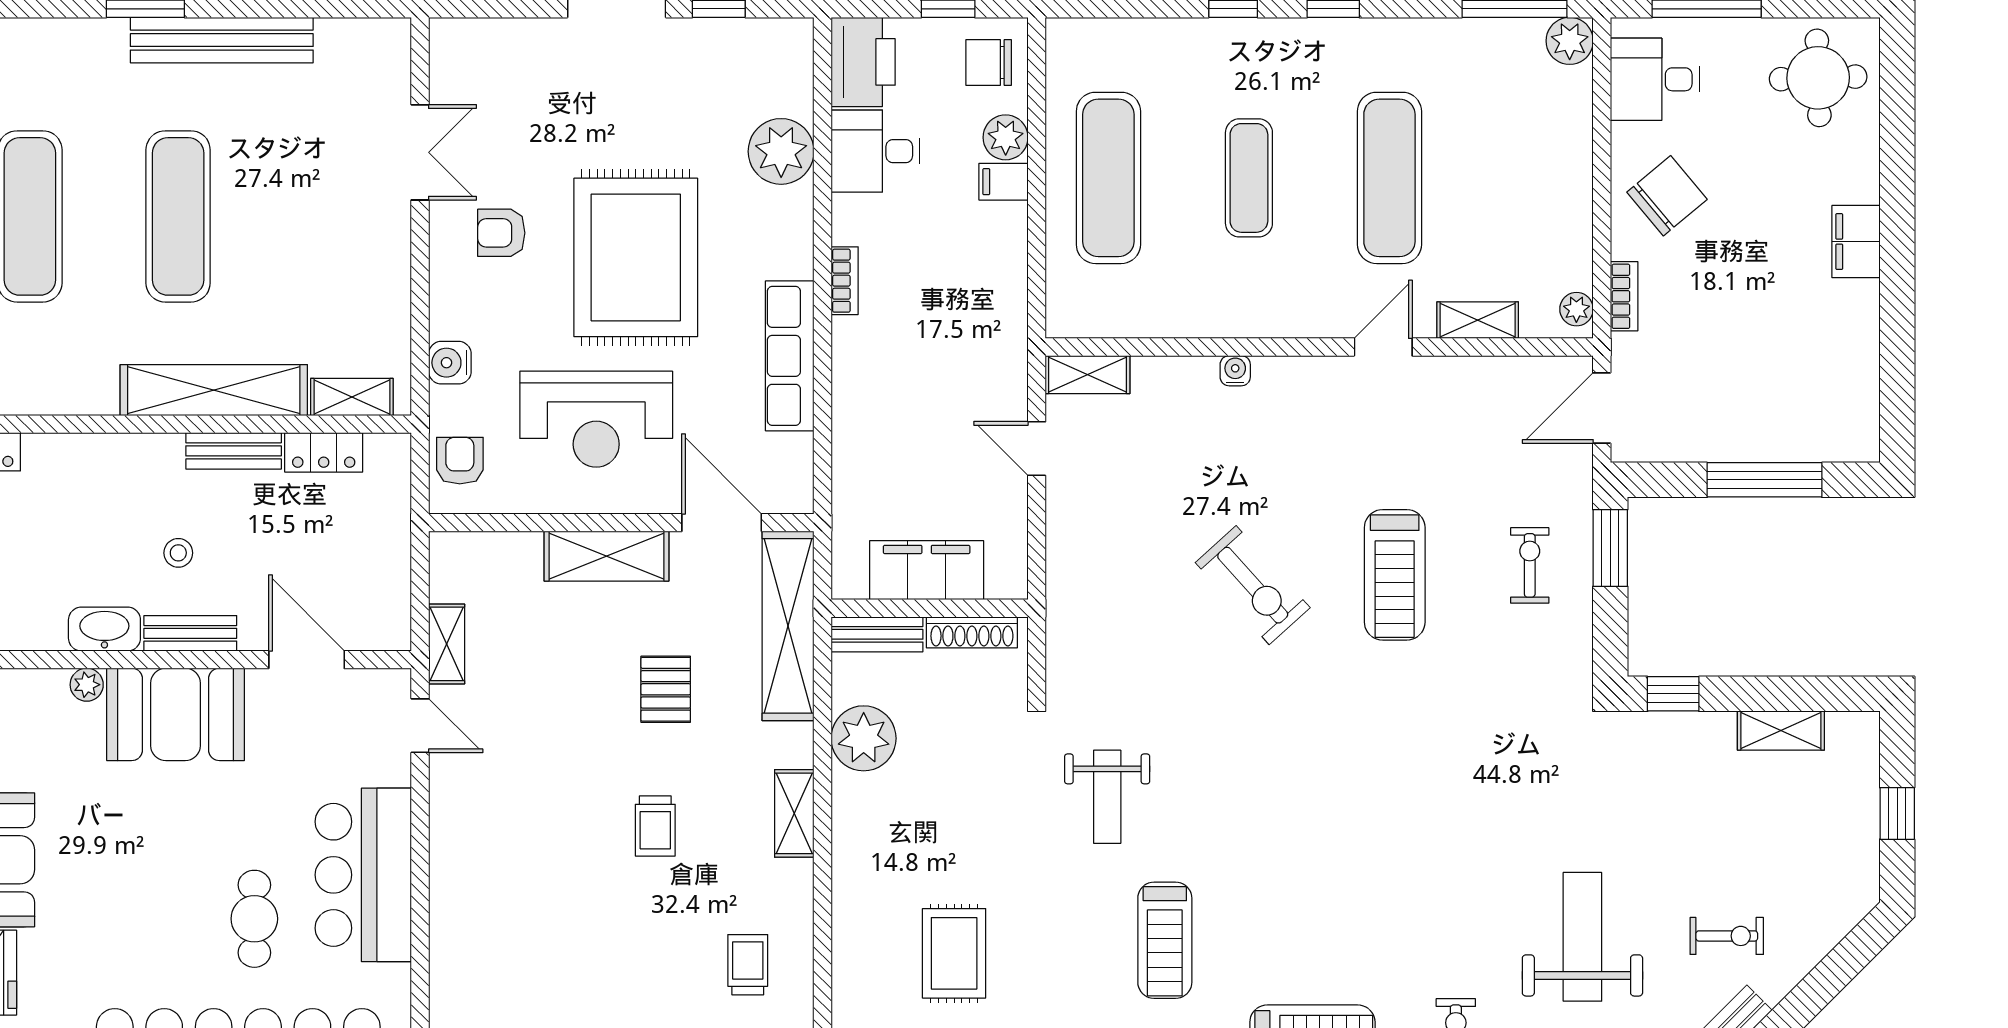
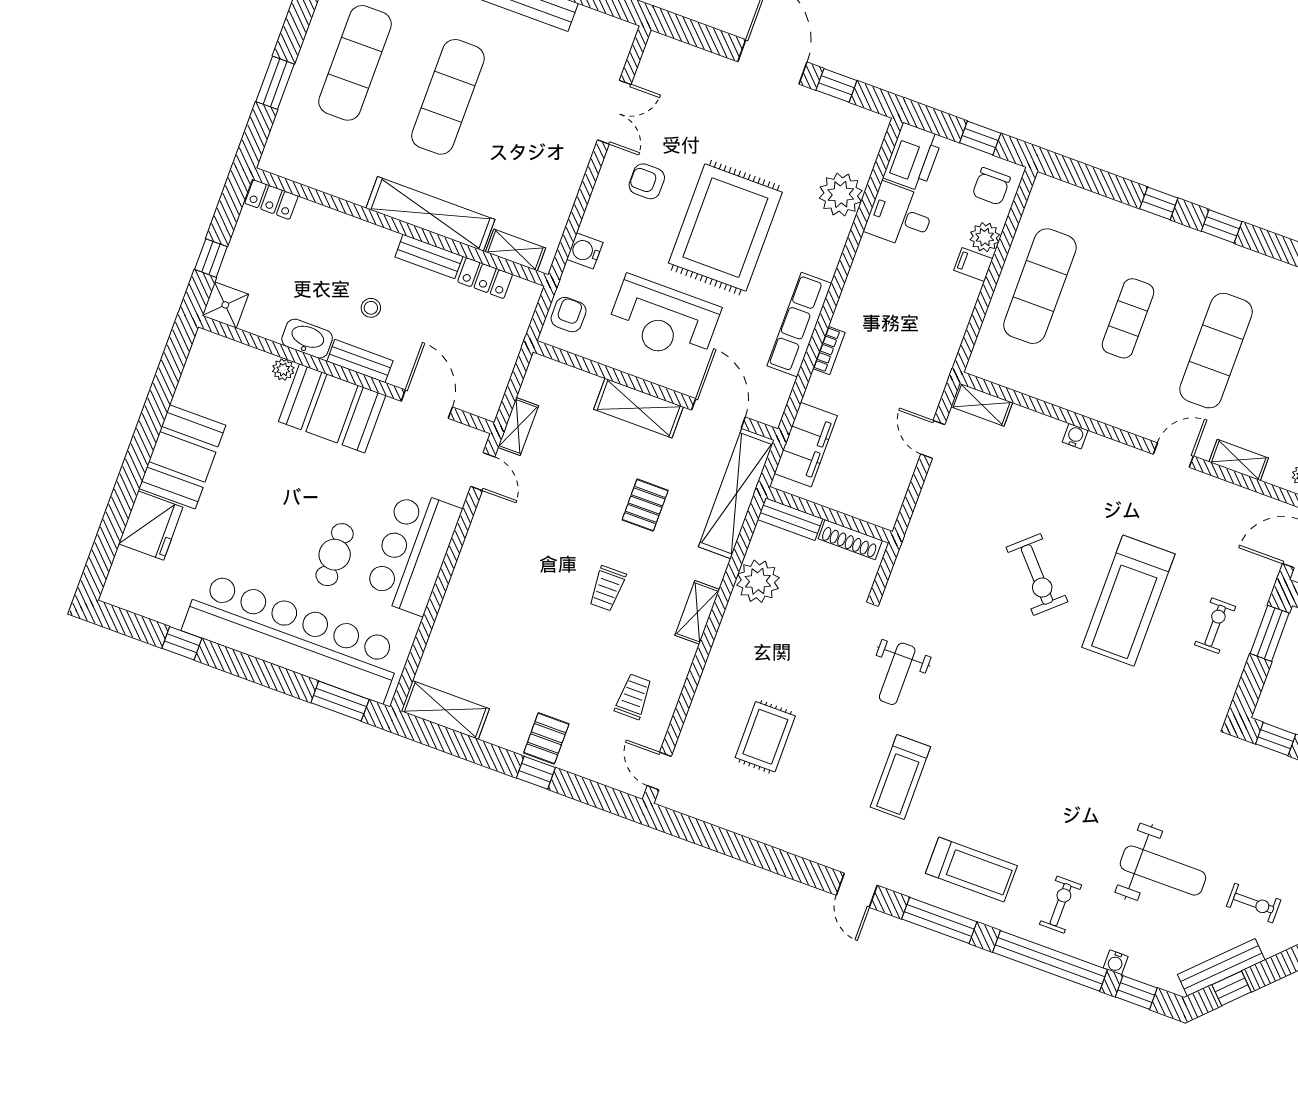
chair: (989, 63) -> (991, 186), turned -90
bookcase: (845, 281) -> (829, 350), moved
filing cabinet: (927, 570) -> (806, 445), moved, turned 90
treadmill: (1395, 575) -> (1128, 601), width x1.37, depth x1.37
weight bench: (1582, 937) -> (1163, 871), turned 90

